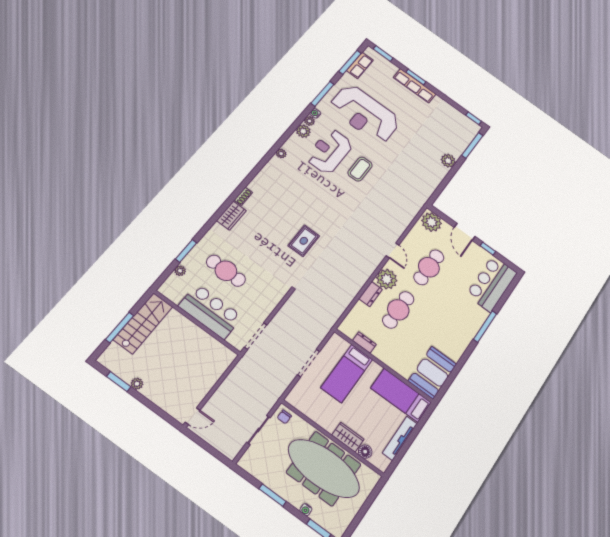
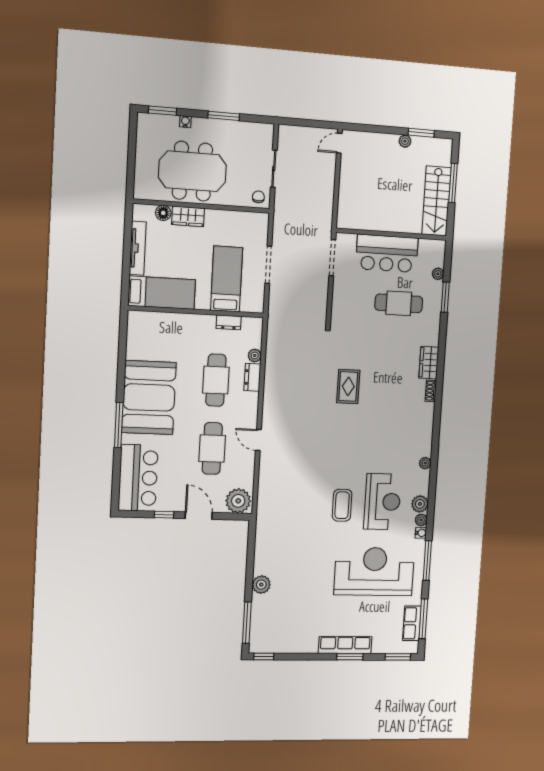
plant: (387, 279) -> (255, 355), moved, width x0.53, depth x0.53
booth: (432, 373) -> (149, 398), moved, width x1.36, depth x1.42
meeting table: (324, 468) -> (192, 171), width x0.73

